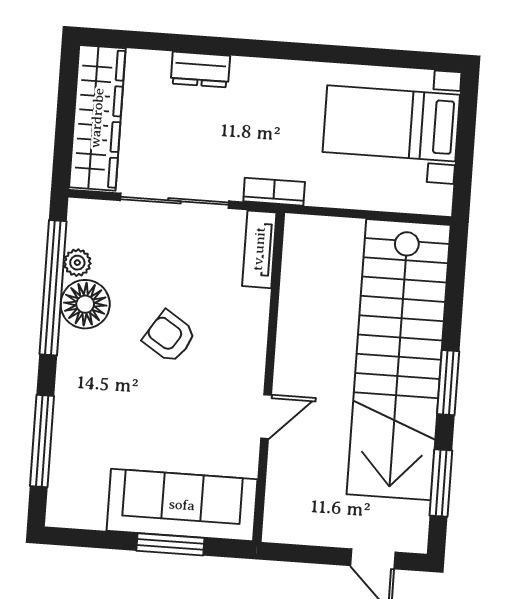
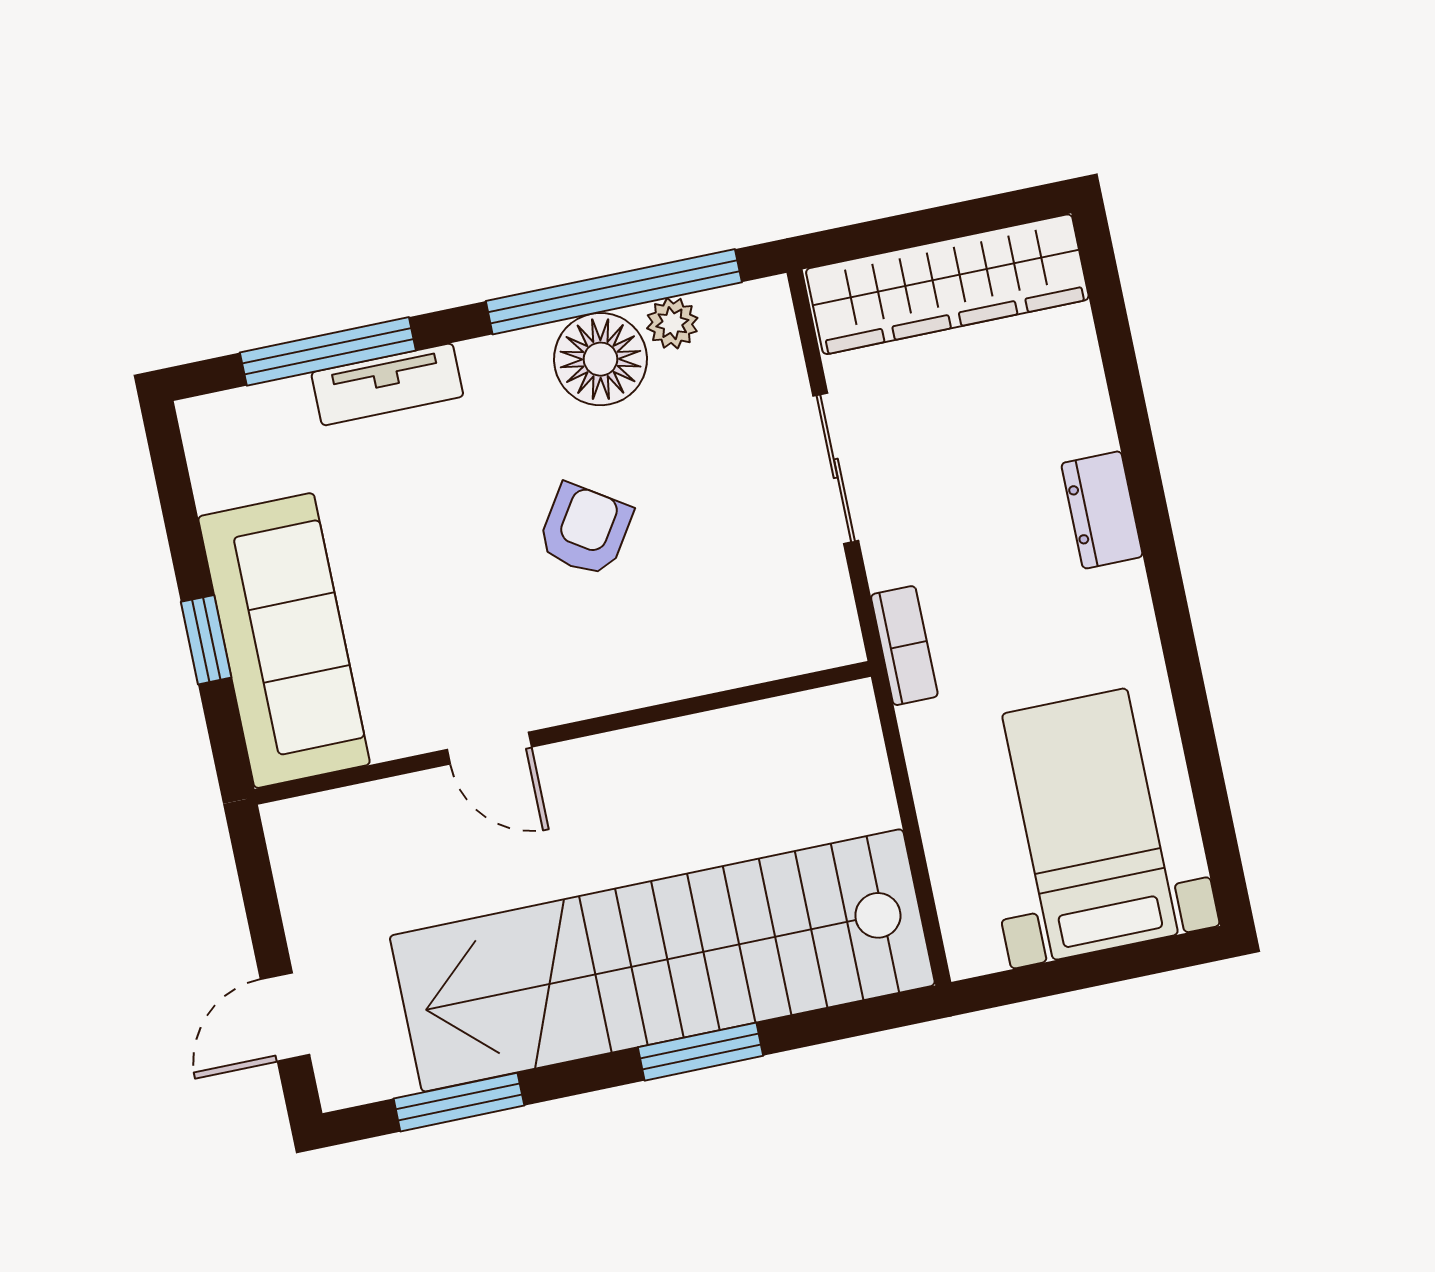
dresser: (200, 70) -> (1102, 510), moved
sliding door: (174, 201) -> (836, 468), width x0.73
tv unit: (259, 249) -> (387, 384), moved, turned 180
window: (448, 383) -> (701, 1052), moved
window: (170, 544) -> (206, 640), width x0.67

